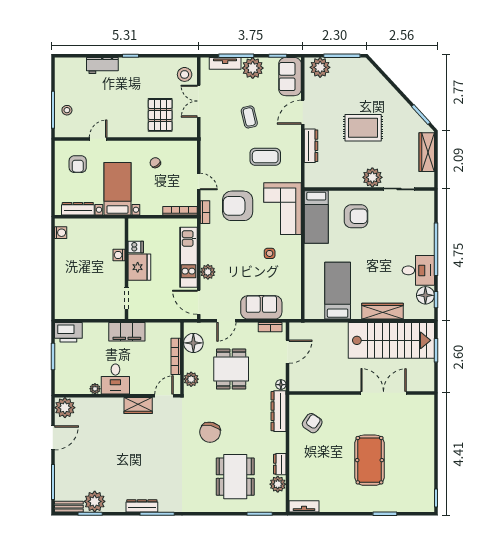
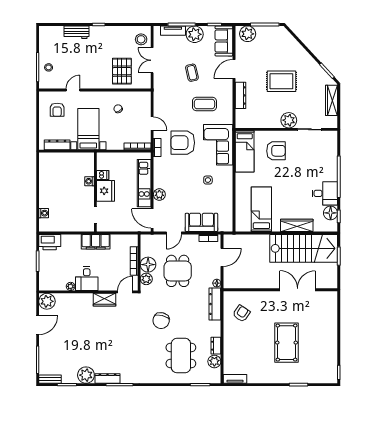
washing machine: (61, 233) -> (44, 213), moved
floor lamp: (193, 343) -> (148, 265), moved
plant: (95, 501) -> (86, 375), moved

